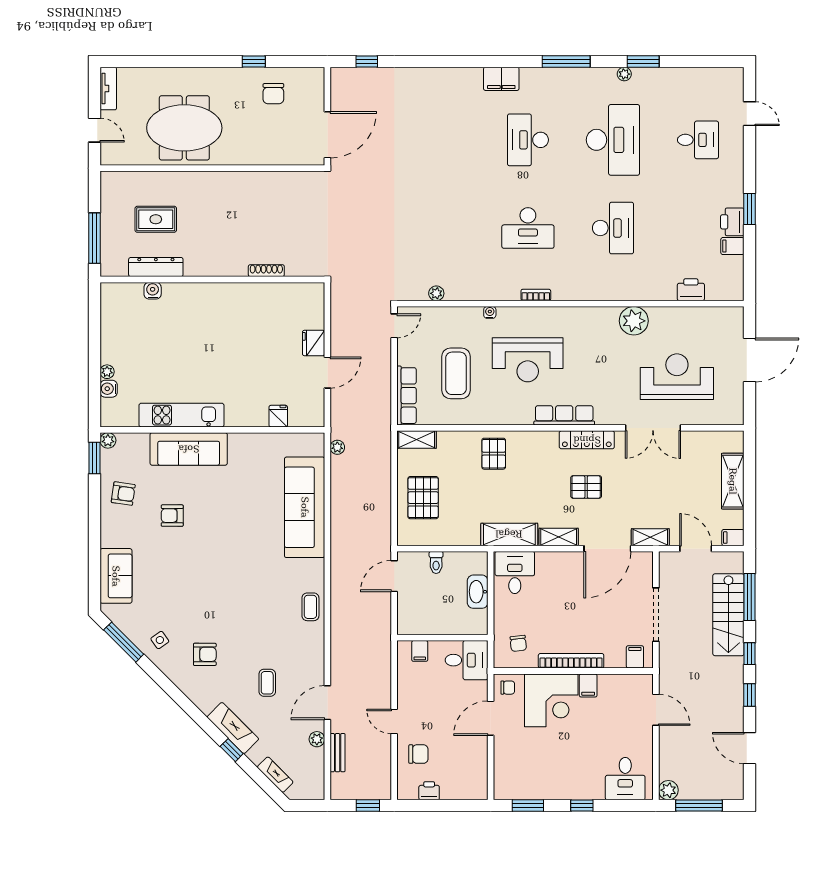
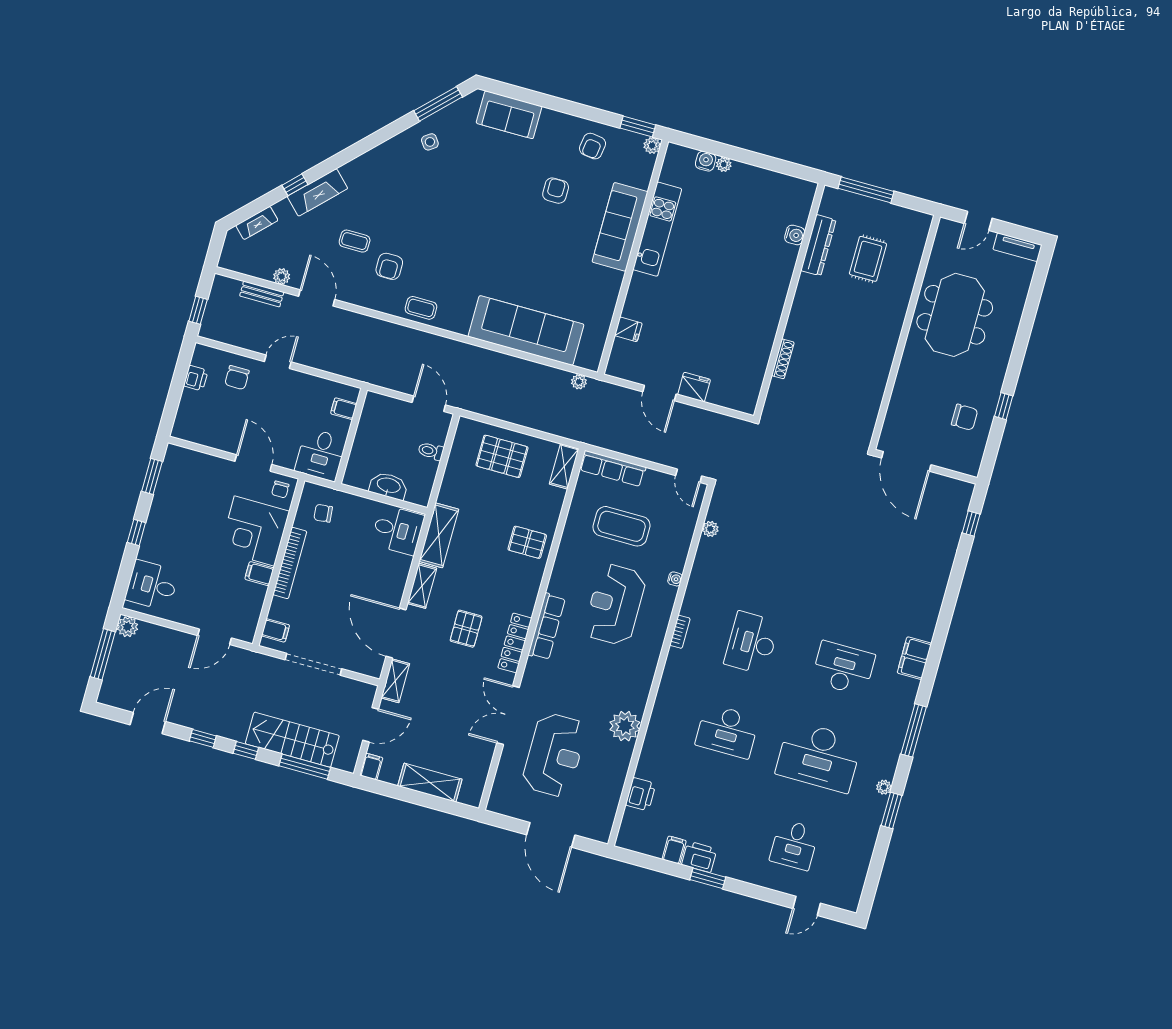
chair: (273, 94) -> (965, 417), turned 180
armchair: (205, 654) -> (389, 266), moved

